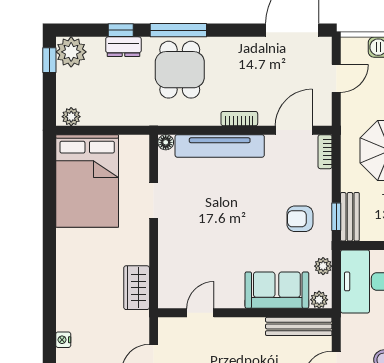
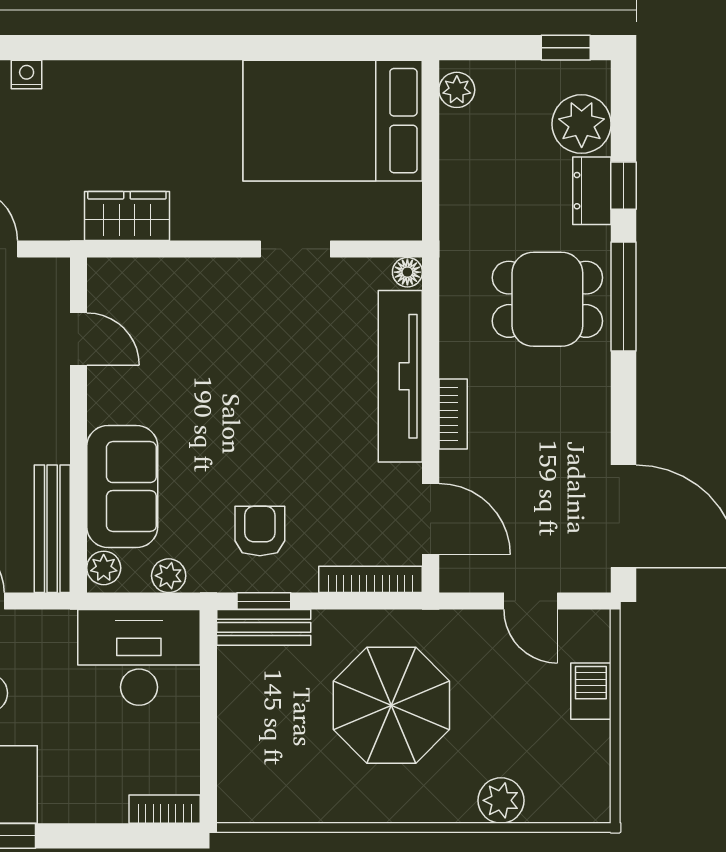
plant: (71, 52) -> (582, 124), moved
bookcase: (325, 152) -> (371, 579), width x1.56

